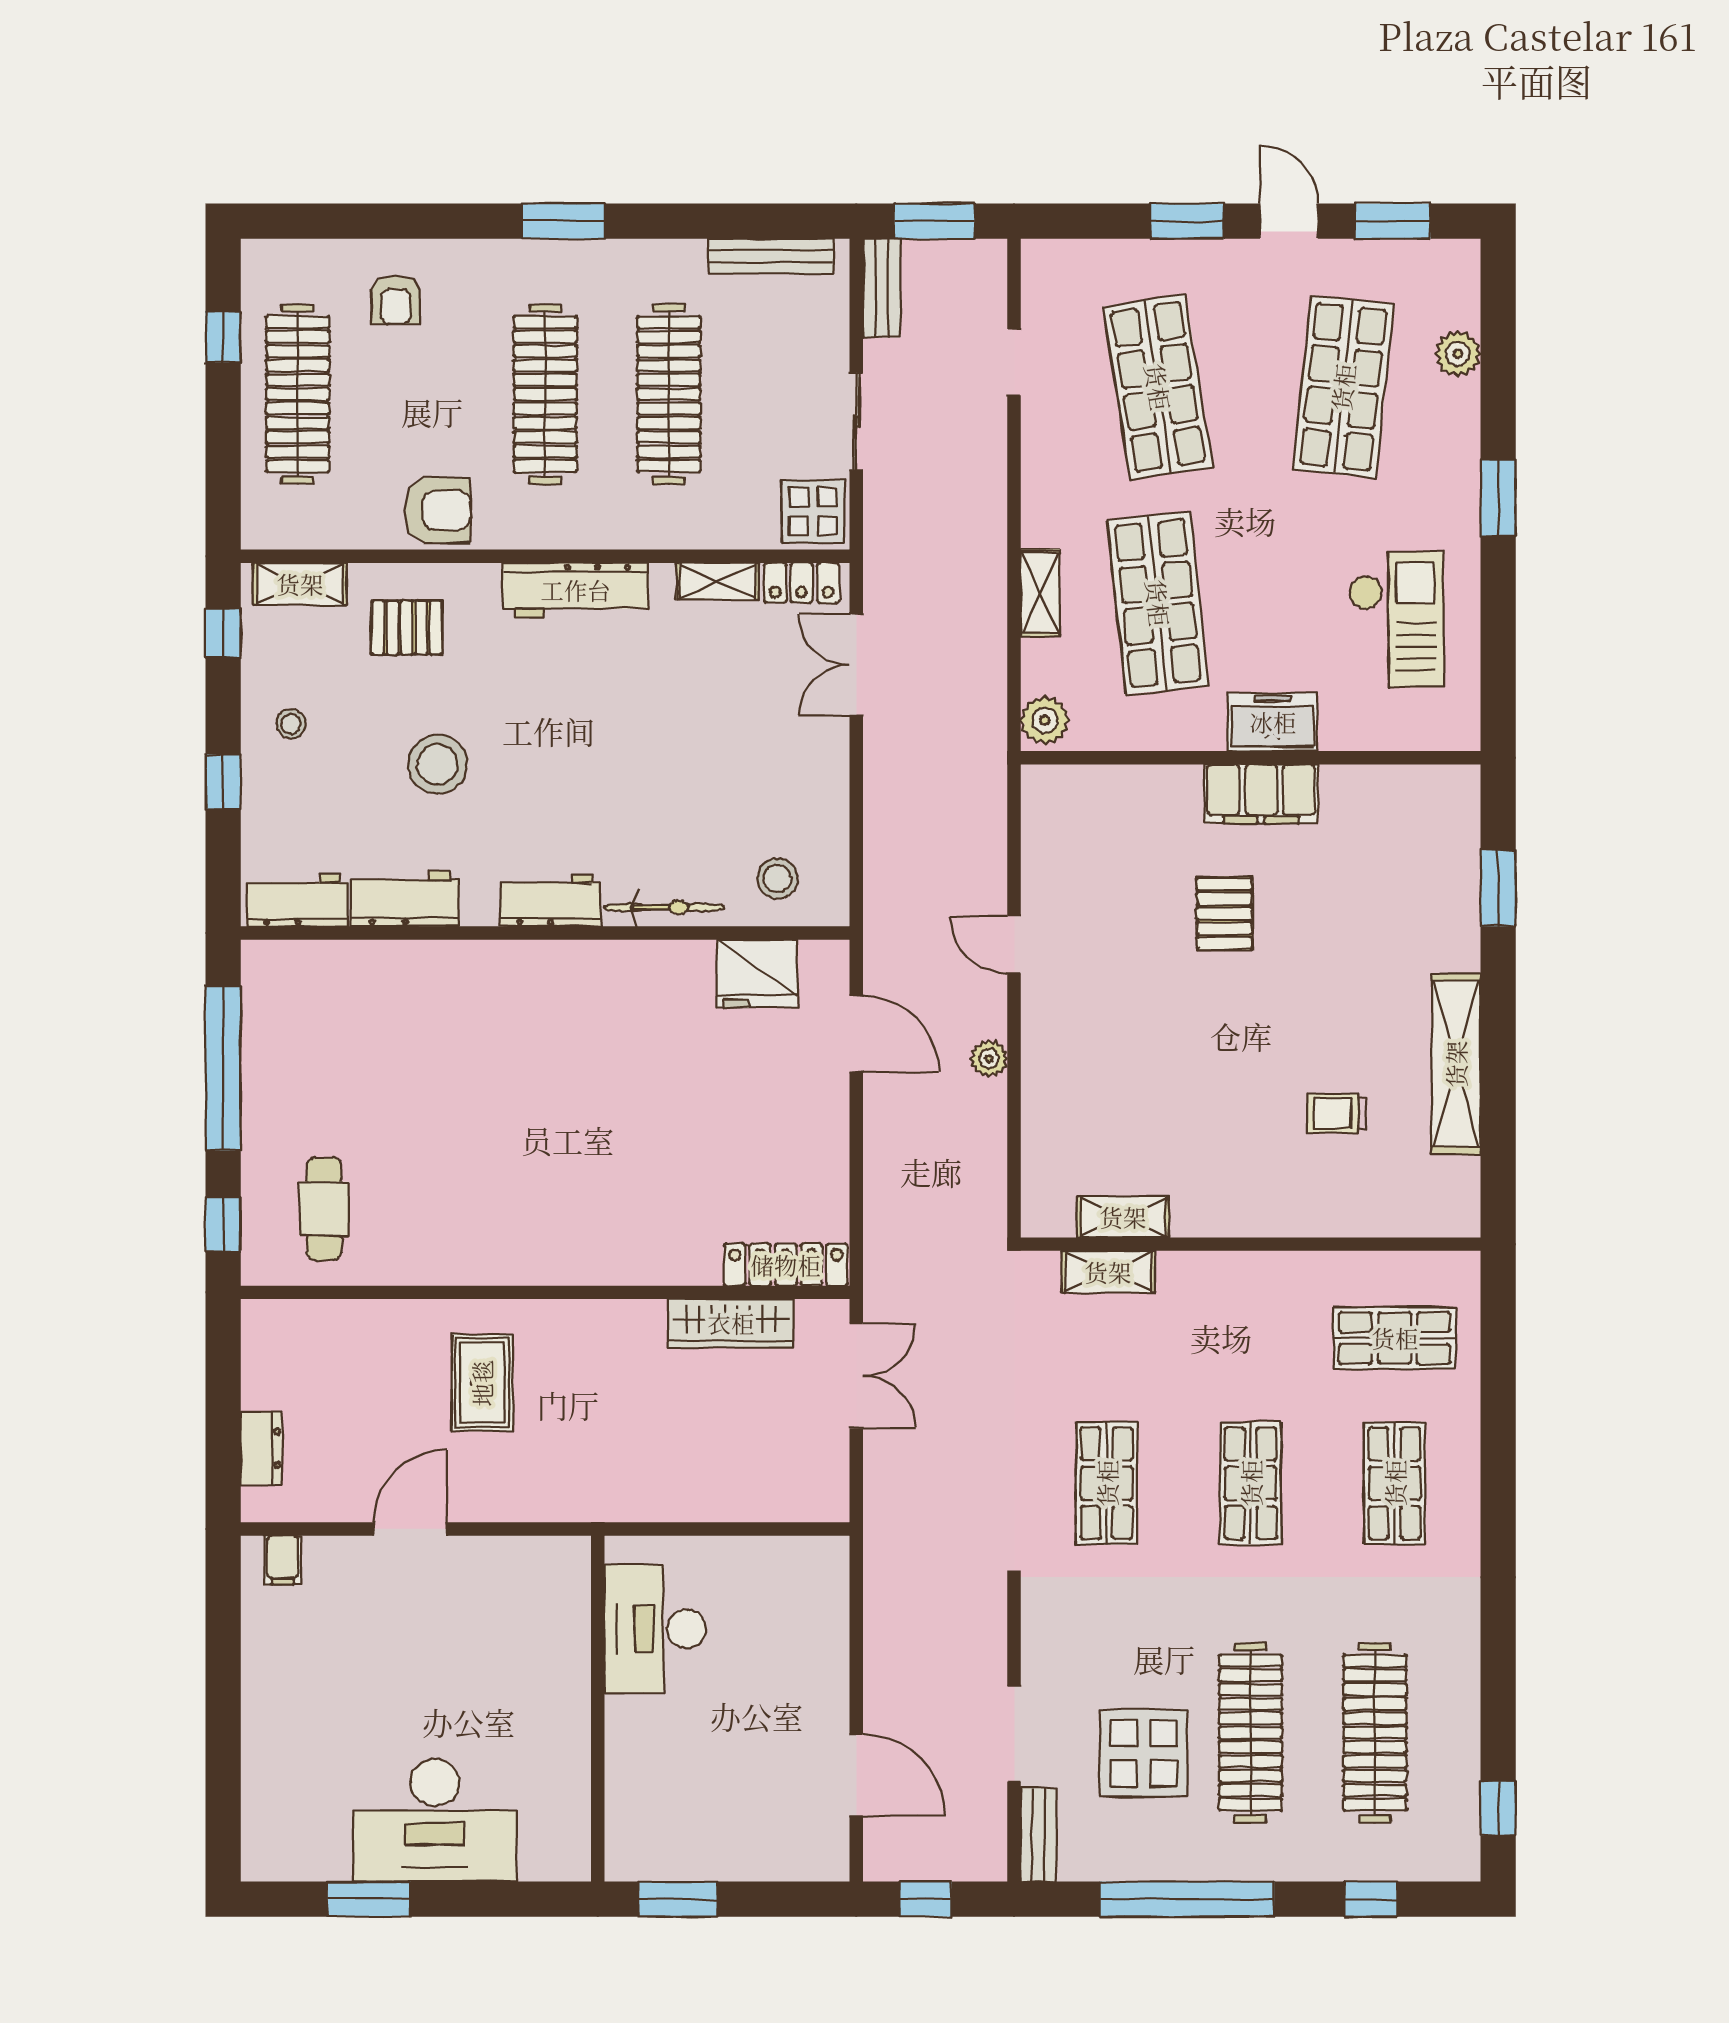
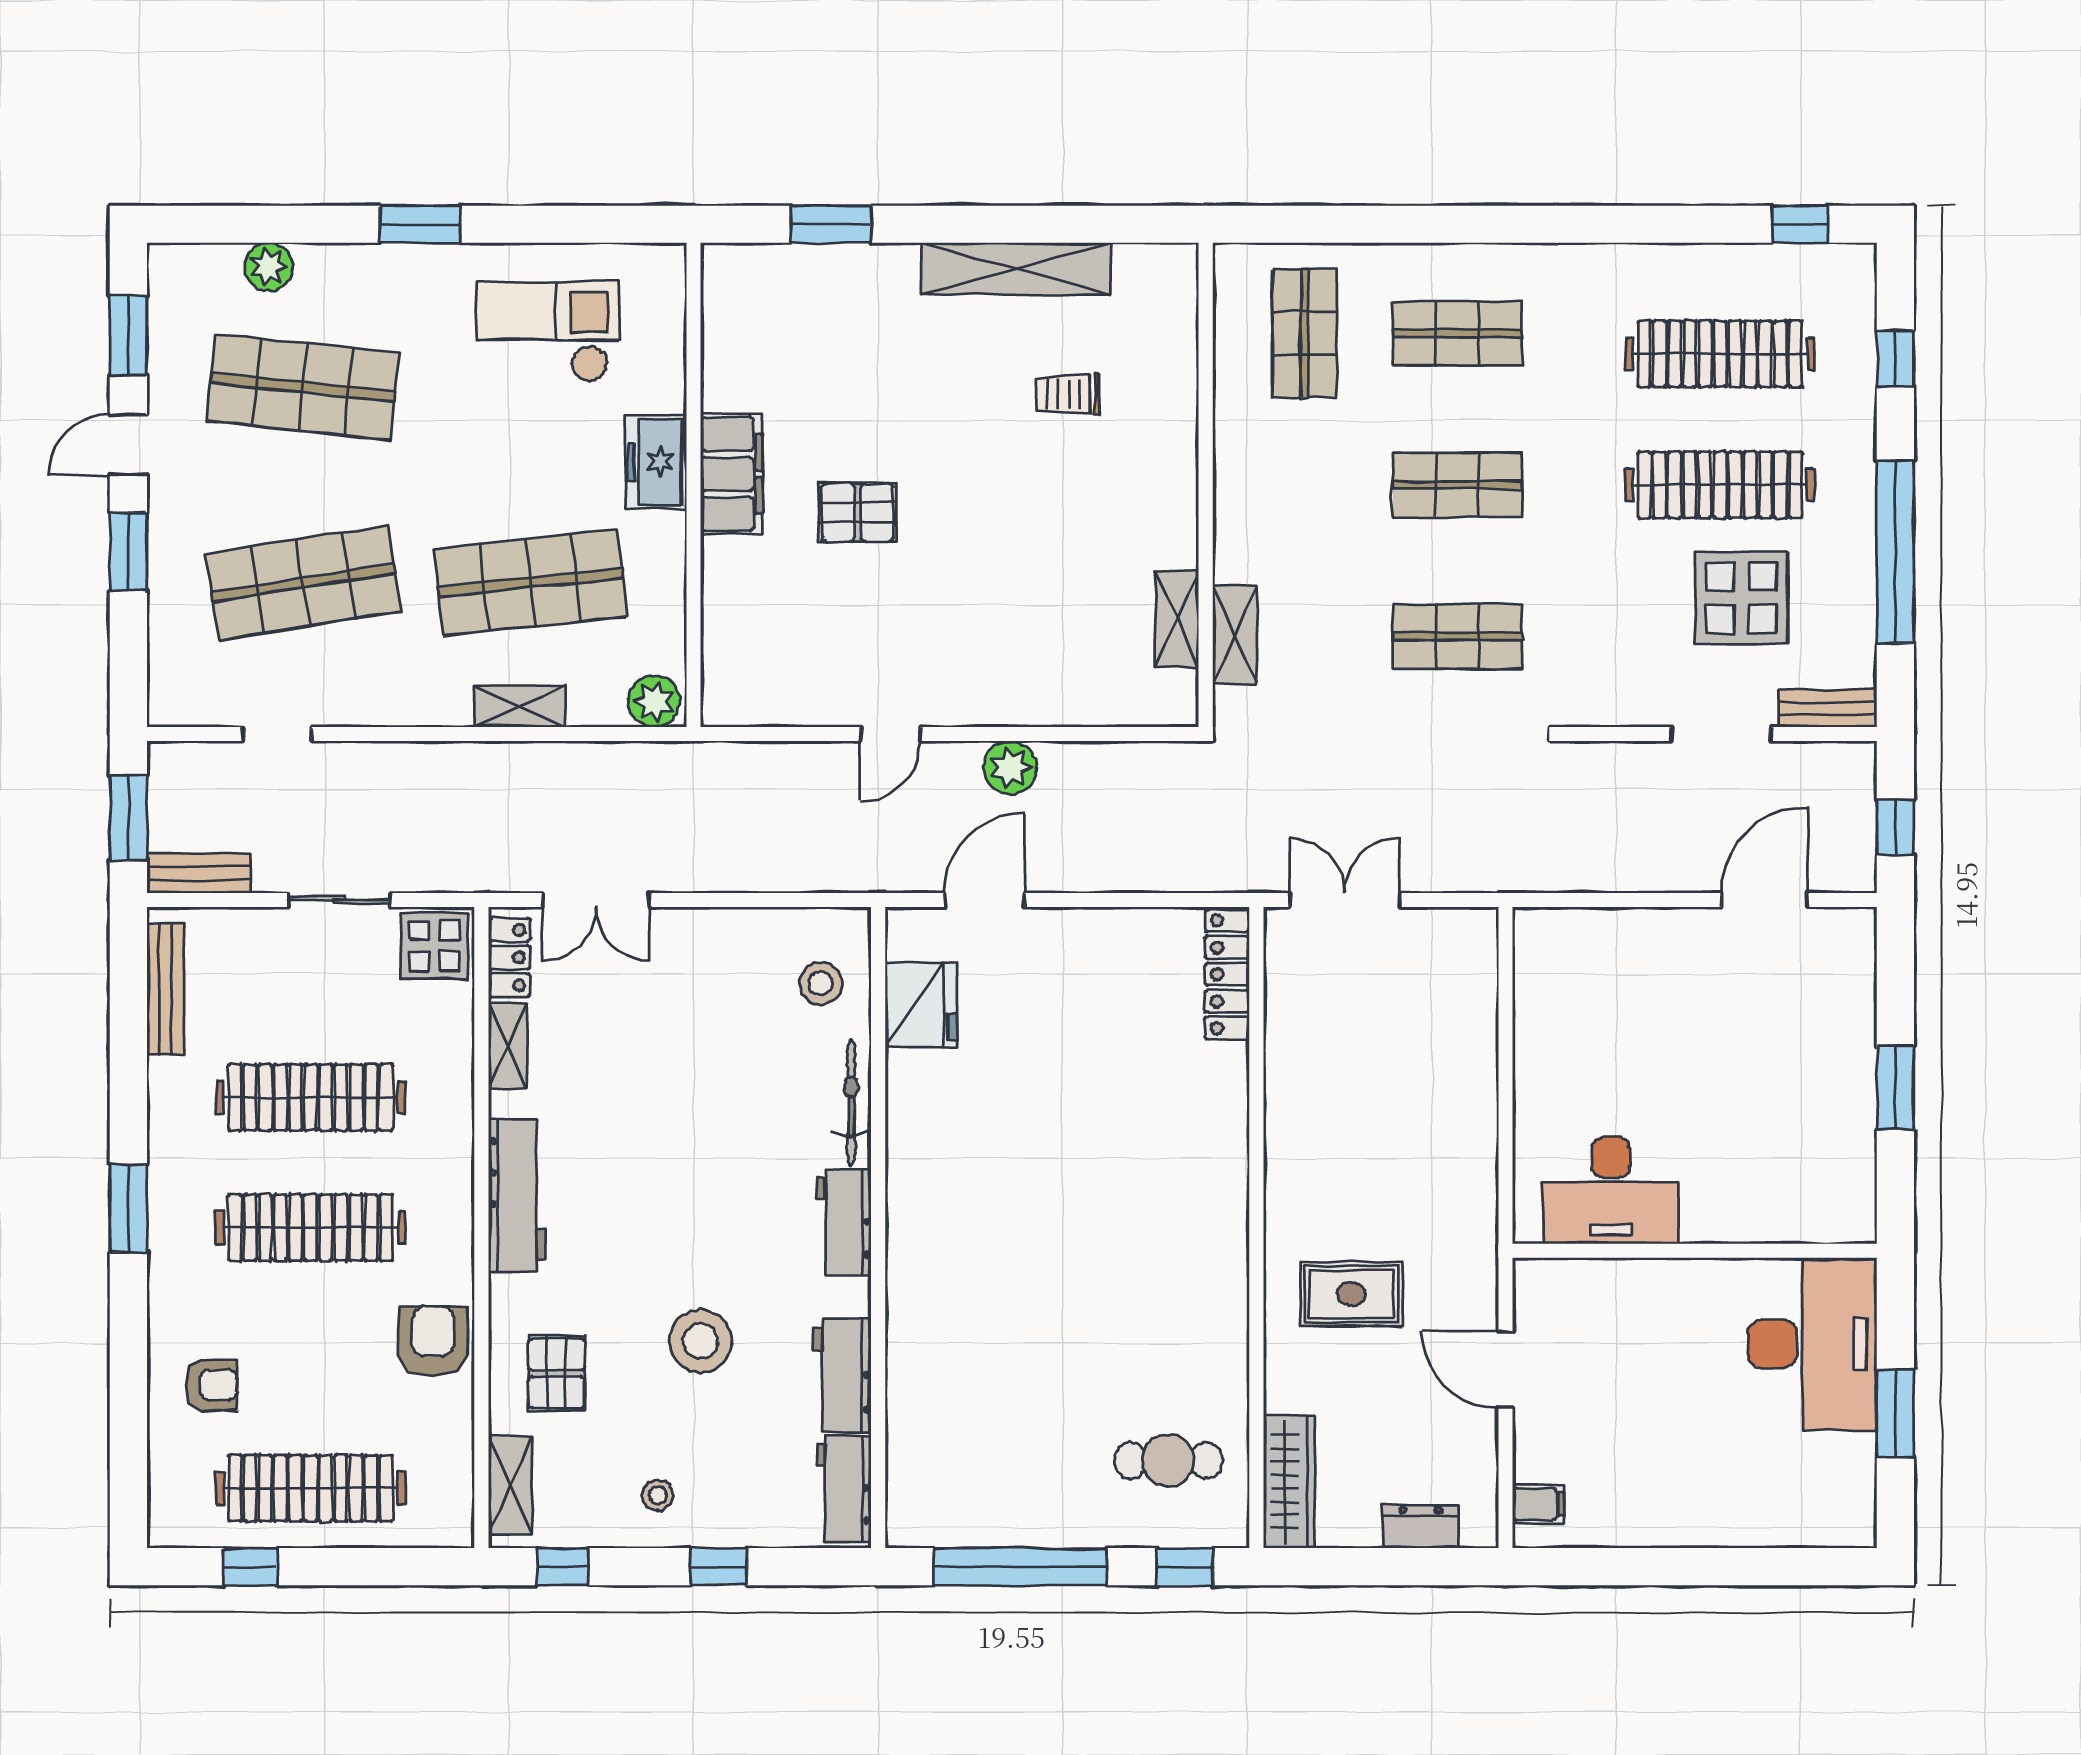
plant: (989, 1059) -> (1010, 768), width x1.38, depth x1.38
trolley: (1337, 1113) -> (1068, 394), turned 90
wardrobe: (731, 1323) -> (1289, 1482), moved
desk: (655, 1629) -> (1611, 1190), moved
wall: (598, 1709) -> (1695, 1251), moved

